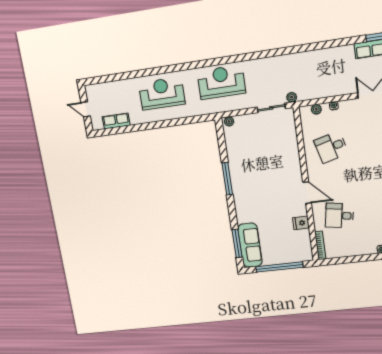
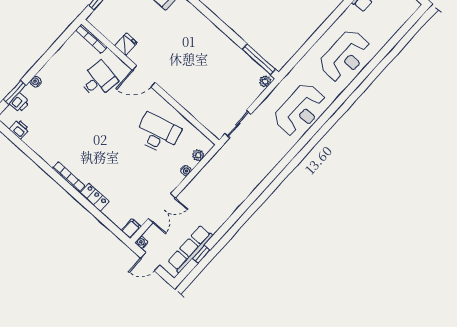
plant: (292, 97) -> (228, 148), removed
desk: (331, 147) -> (158, 134), width x1.37
window: (227, 179) -> (259, 59), moved

